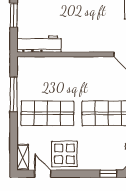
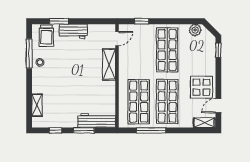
workbench: (39, 44) -> (97, 120), moved, turned 90
shelving: (91, 45) -> (109, 64), added
shop shelf: (47, 80) -> (139, 102), added

